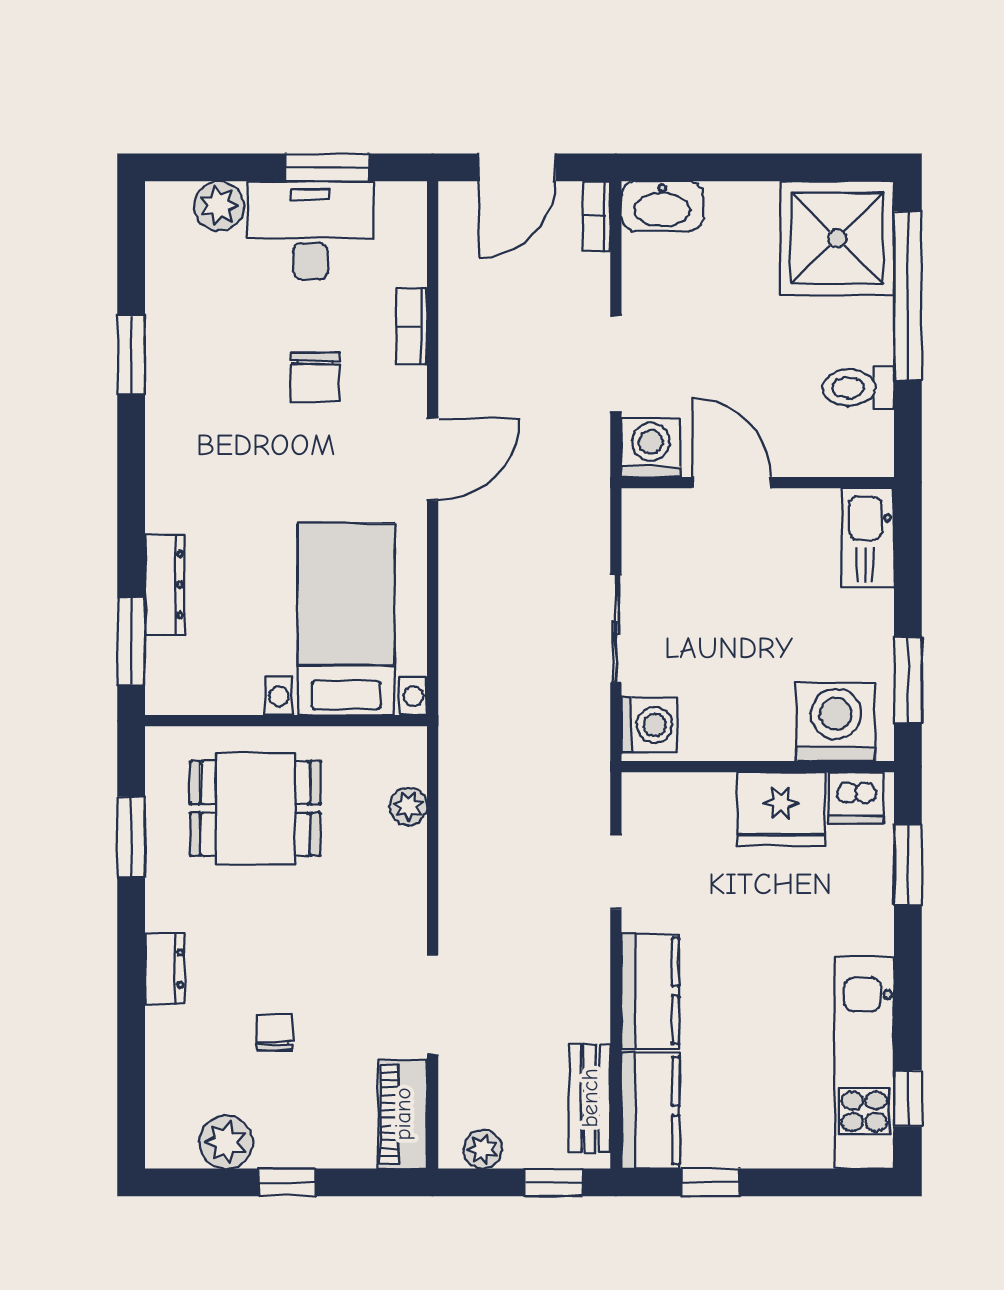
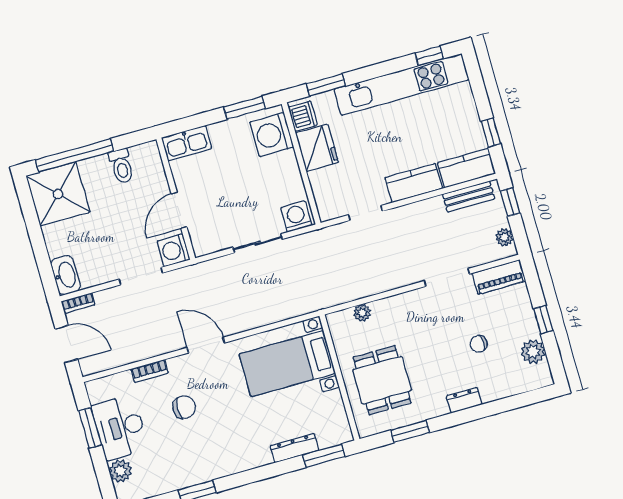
kitchen unit: (864, 1062) -> (402, 84), width x1.36

